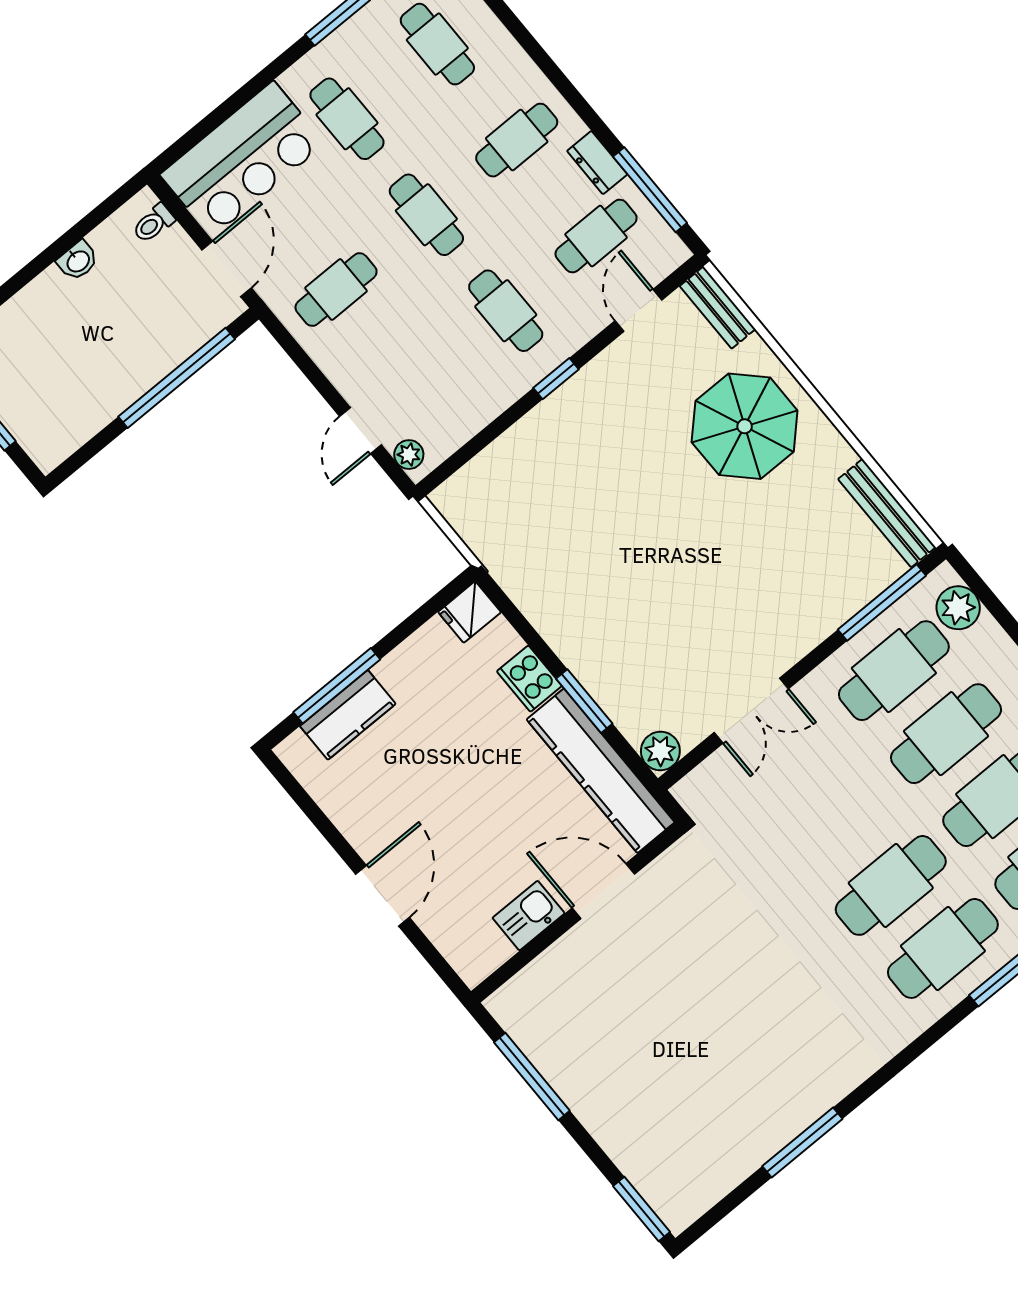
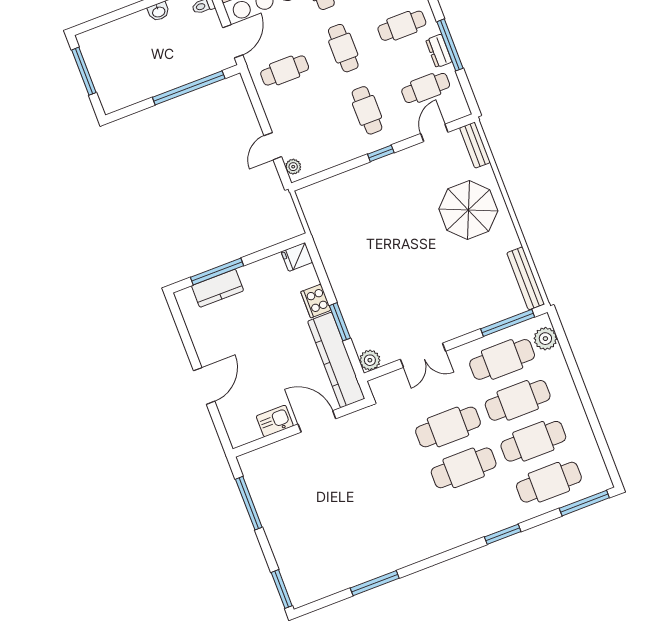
window: (650, 190) -> (450, 45), moved
cafe table: (943, 948) -> (448, 427), moved

